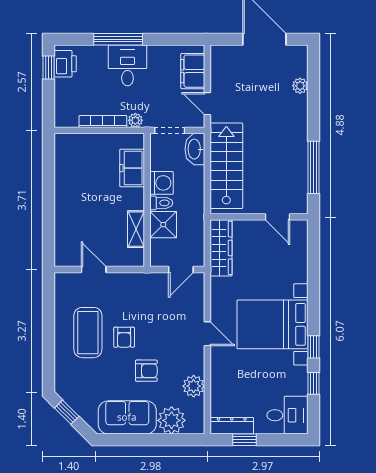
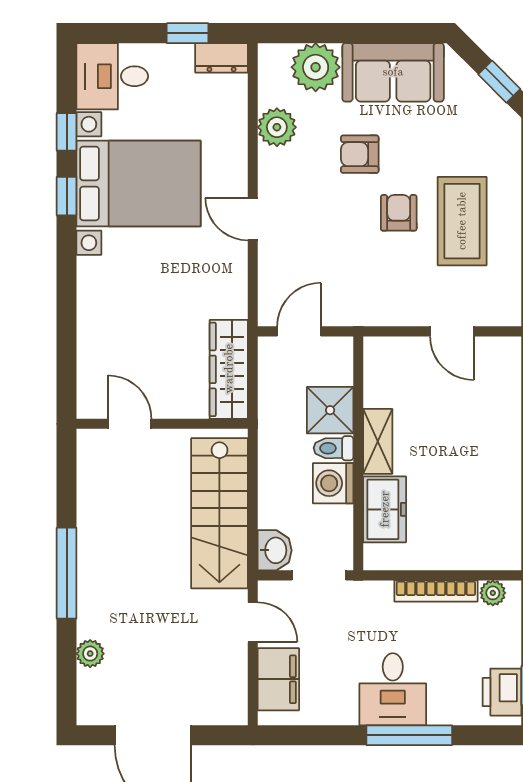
plant: (135, 120) -> (493, 593), moved
washbasin: (195, 149) -> (275, 550), width x0.72
window: (314, 167) -> (67, 573), moved
shelving: (136, 229) -> (378, 441), moved
bed with nightstands: (273, 324) -> (139, 183), moved
dresser: (232, 426) -> (222, 58), width x0.70

